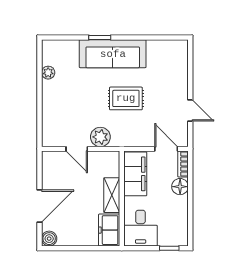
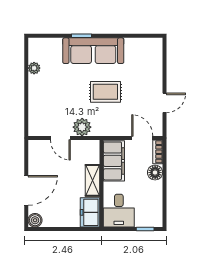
door: (190, 110) -> (164, 103), hinge flipped

